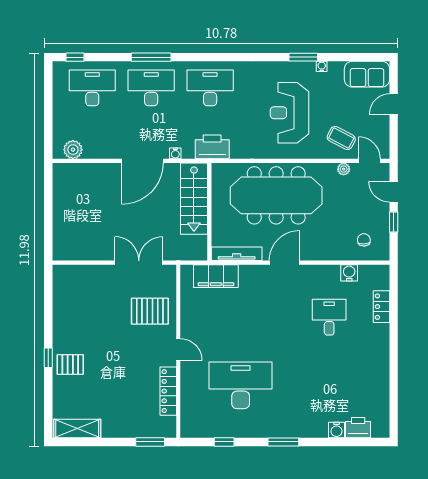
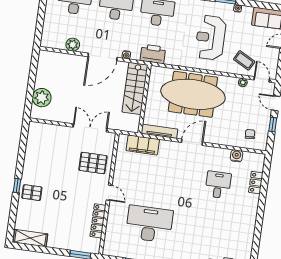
plant: (73, 150) -> (73, 45), moved
plant: (65, 230) -> (42, 98), added

